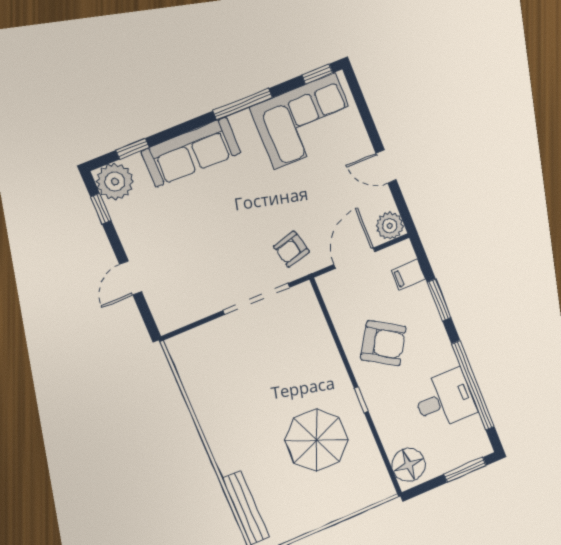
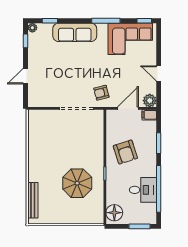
plant: (115, 182) -> (32, 28), width x0.53, depth x0.53
filing cabinet: (408, 275) -> (149, 115), moved
armchair: (383, 343) -> (125, 152), turned 40

